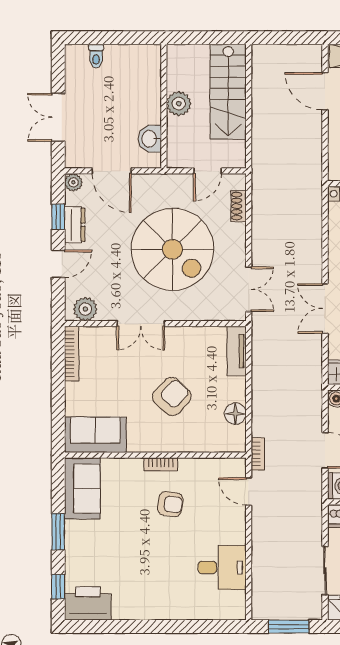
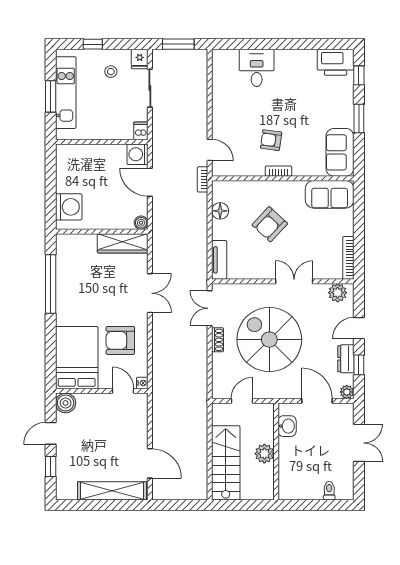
shoe rack: (239, 206) -> (218, 340), moved
desk: (222, 567) -> (257, 68), moved, turned 90

